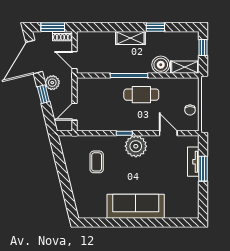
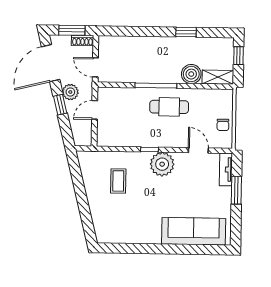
shelving: (130, 38) -> (158, 44), removed
door: (74, 112) -> (95, 110), moved
tv unit: (193, 162) -> (226, 169), moved
sofa: (136, 206) -> (194, 231), moved

